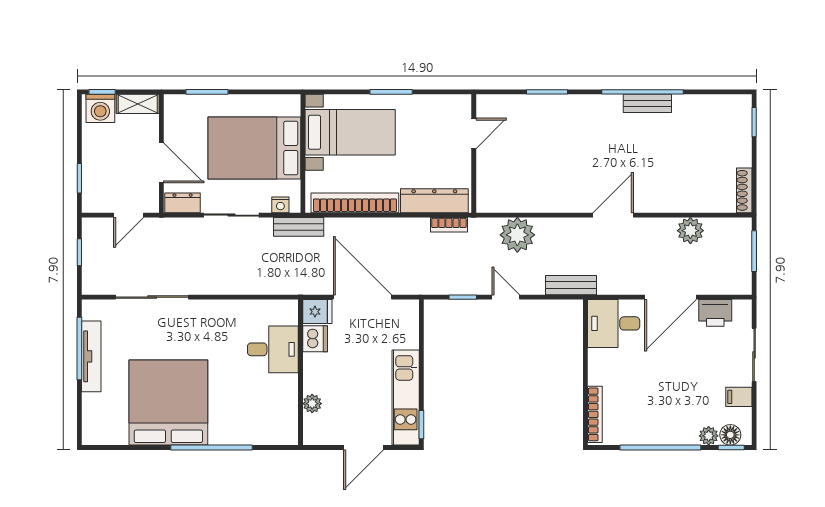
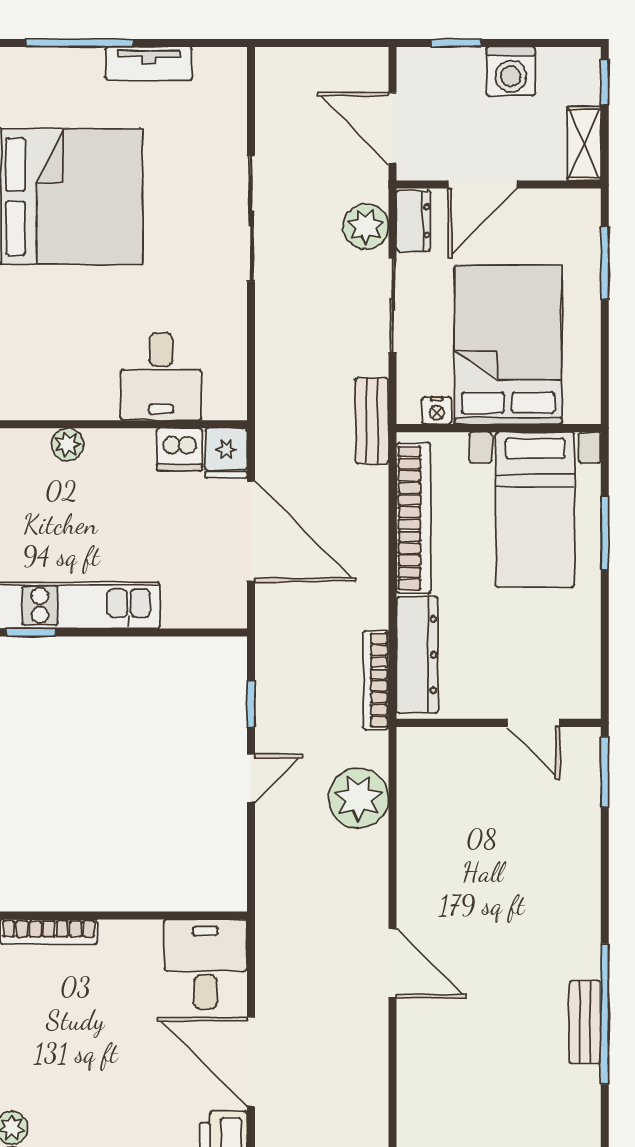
window: (391, 92) -> (605, 533), moved
window: (547, 92) -> (605, 772), moved
washing machine: (100, 108) -> (511, 71), moved, turned -90
nightstand: (280, 205) -> (437, 410), moved, turned -90
door: (129, 215) -> (392, 128), width x1.38
bookcase: (449, 225) -> (376, 680), width x1.56
plant: (690, 231) -> (366, 226), moved
window: (79, 252) -> (328, 43), removed
bench: (571, 285) -> (272, 891), removed
sliding door: (152, 297) -> (251, 218), moved
door: (363, 297) -> (251, 531), hinge flipped
window: (79, 348) -> (80, 43), moved
tv unit: (91, 356) -> (149, 63), width x0.71

